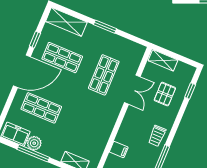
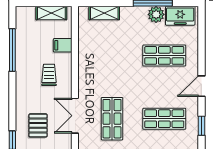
door: (22, 71) -> (201, 86), width x0.53
trolley: (157, 136) -> (49, 75), moved

